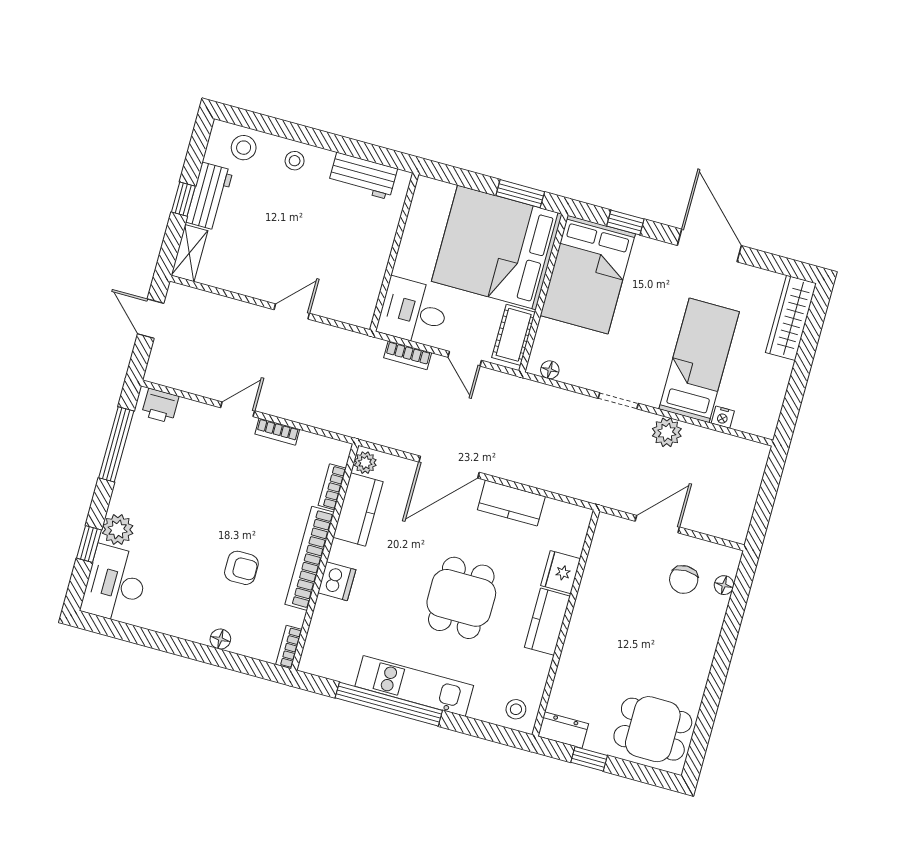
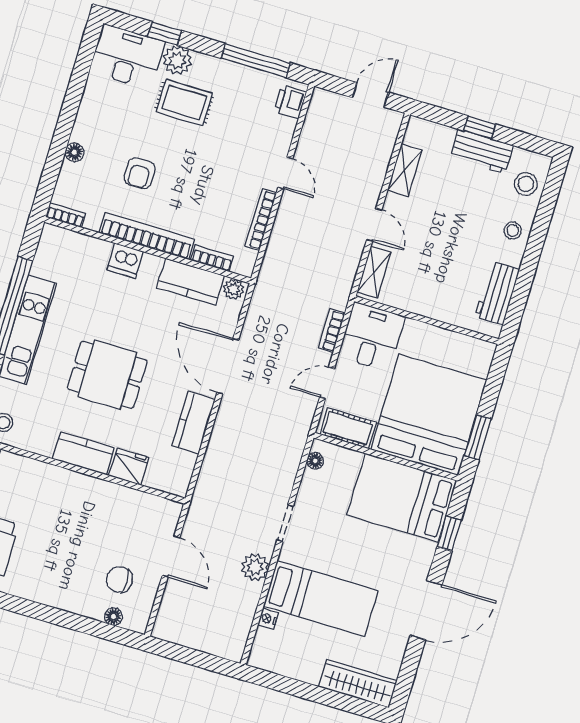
shelving: (189, 253) -> (405, 170), moved, turned 90
shelving: (343, 311) -> (374, 272), added
bookcase: (277, 432) -> (261, 219), width x1.56
rug: (164, 521) -> (184, 103), added

